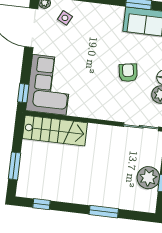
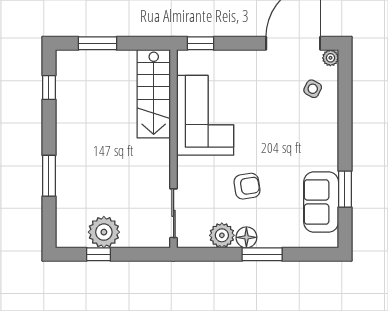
corner sofa: (49, 85) -> (205, 115), moved, turned -90

